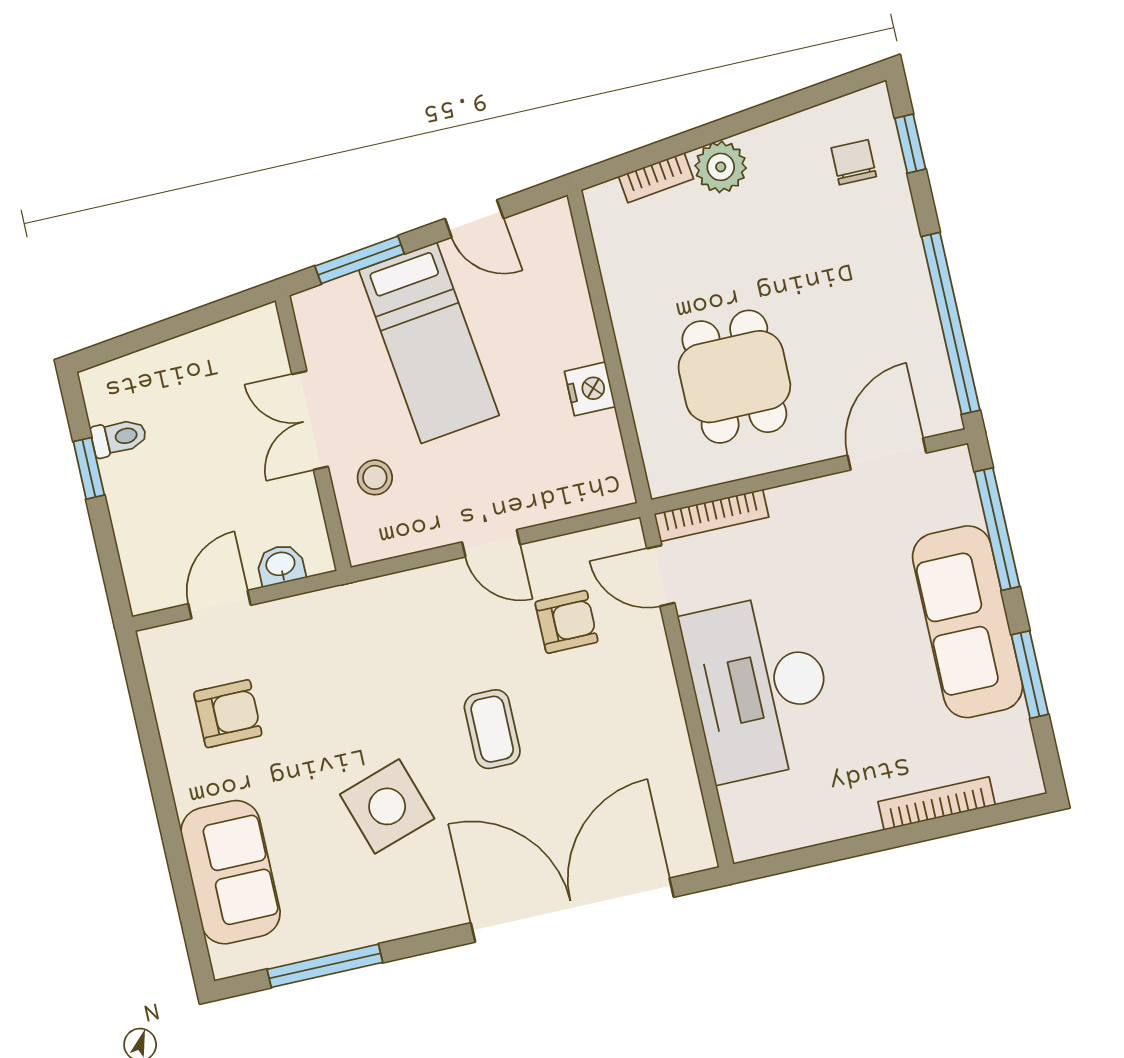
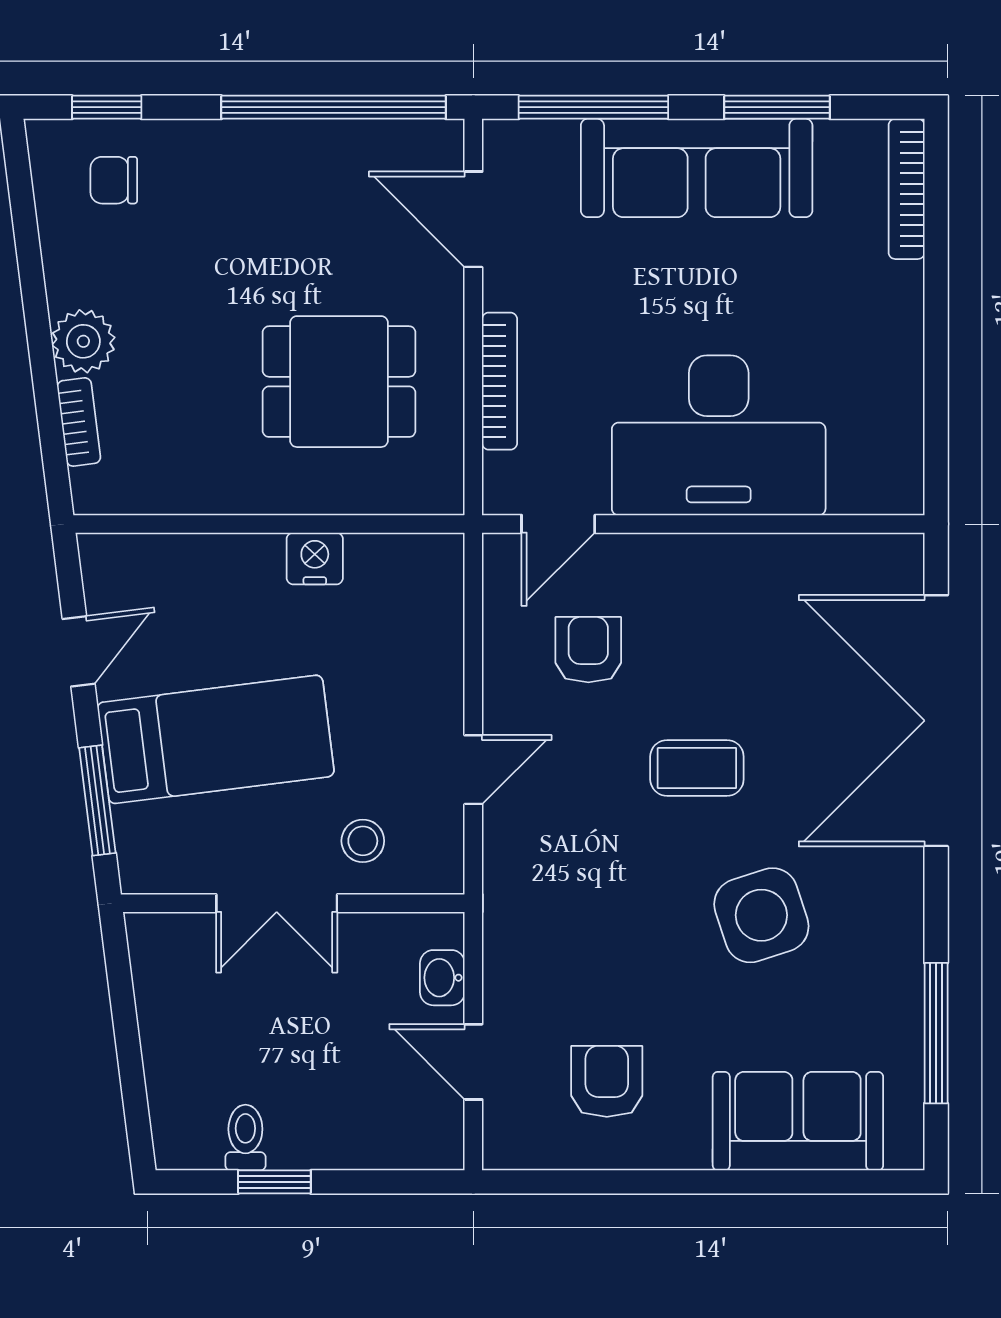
bookcase: (711, 515) -> (500, 381), moved
door: (491, 543) -> (473, 770), moved
bookcase: (937, 803) -> (907, 189), moved

